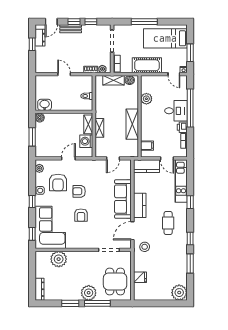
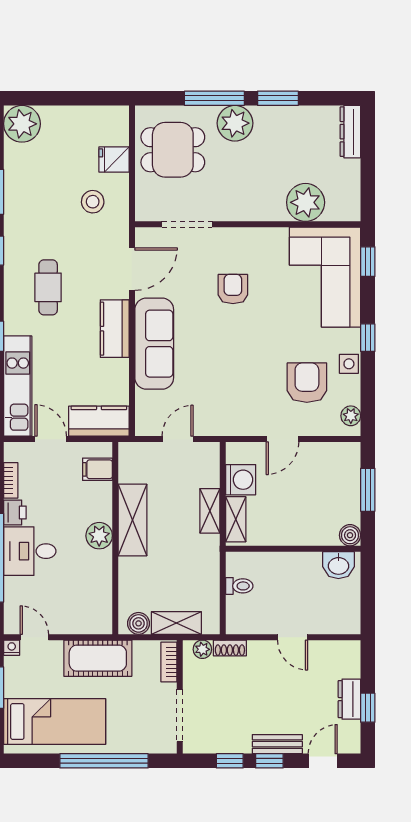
window: (144, 22) -> (104, 761), width x1.46
dresser: (40, 38) -> (349, 699), moved
plant: (146, 99) -> (99, 536), moved
armchair: (79, 191) -> (258, 362), removed
armchair: (81, 215) -> (233, 289), moved
stool: (145, 247) -> (93, 202), moved
dining table: (115, 282) -> (173, 150), turned 90

